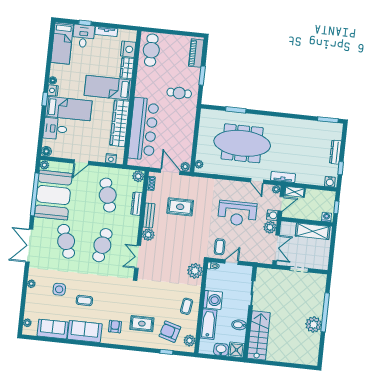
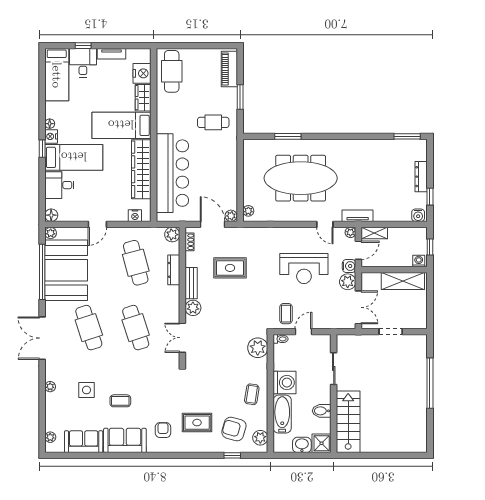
cafe table: (102, 245) -> (136, 328), turned -30
plant: (314, 325) -> (417, 400), removed

